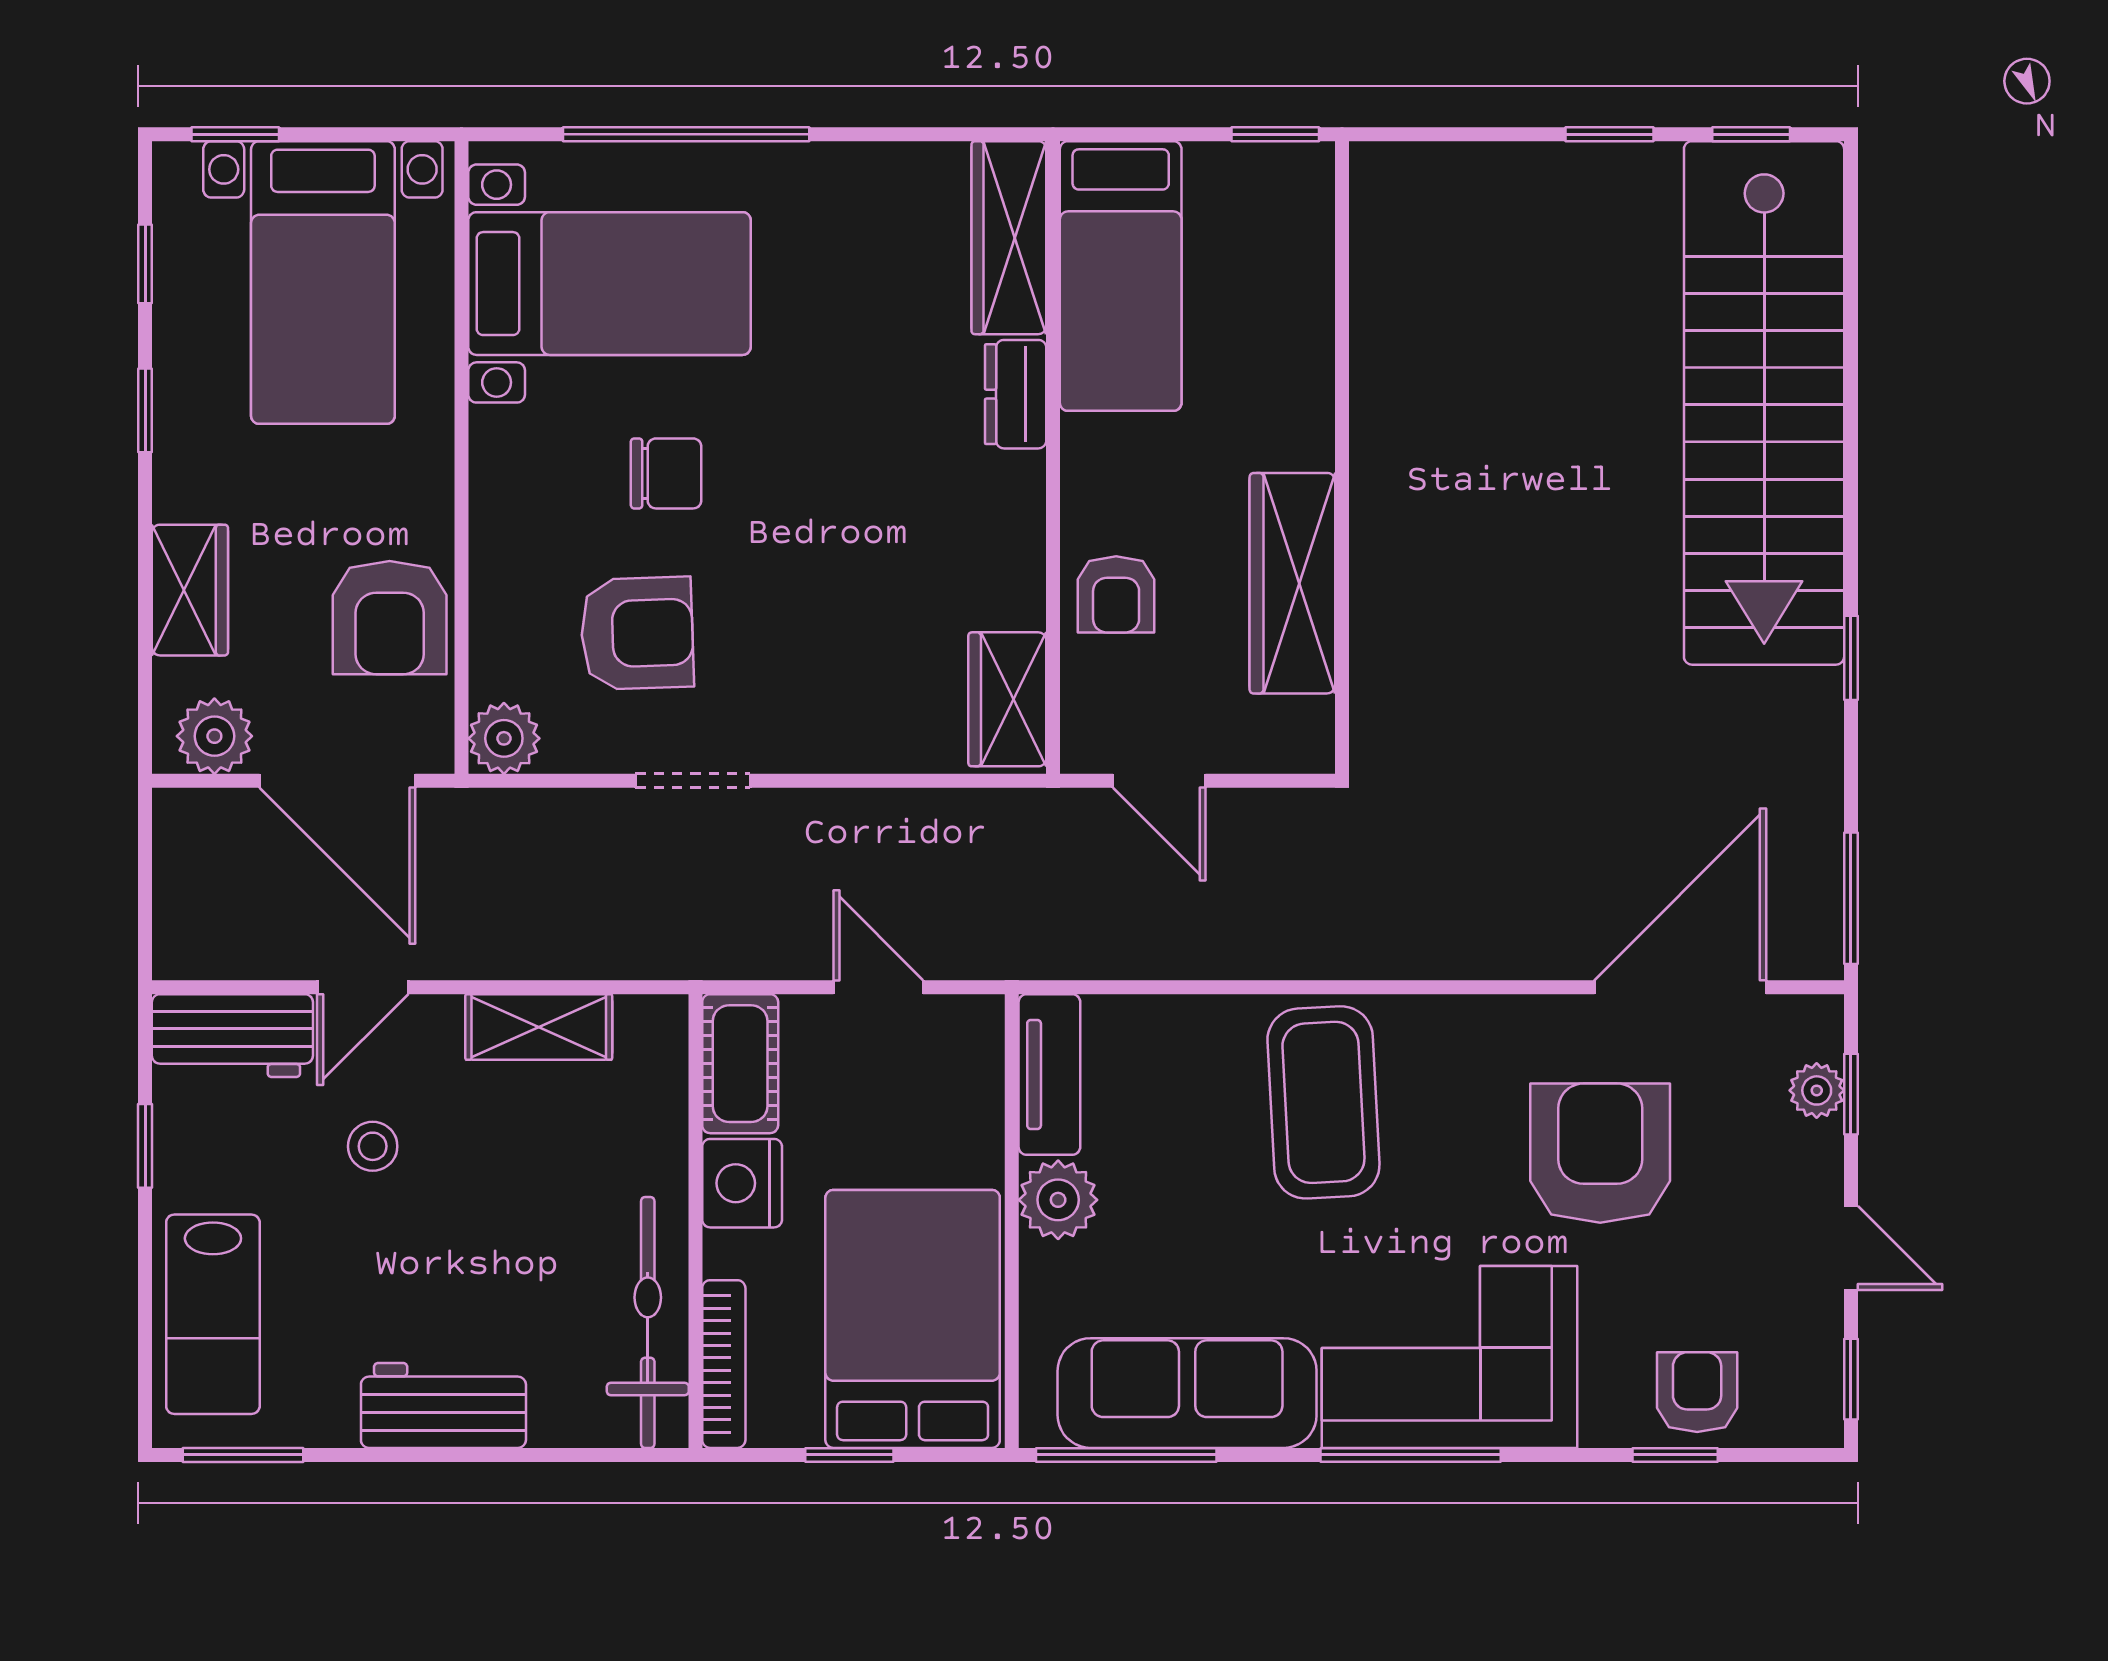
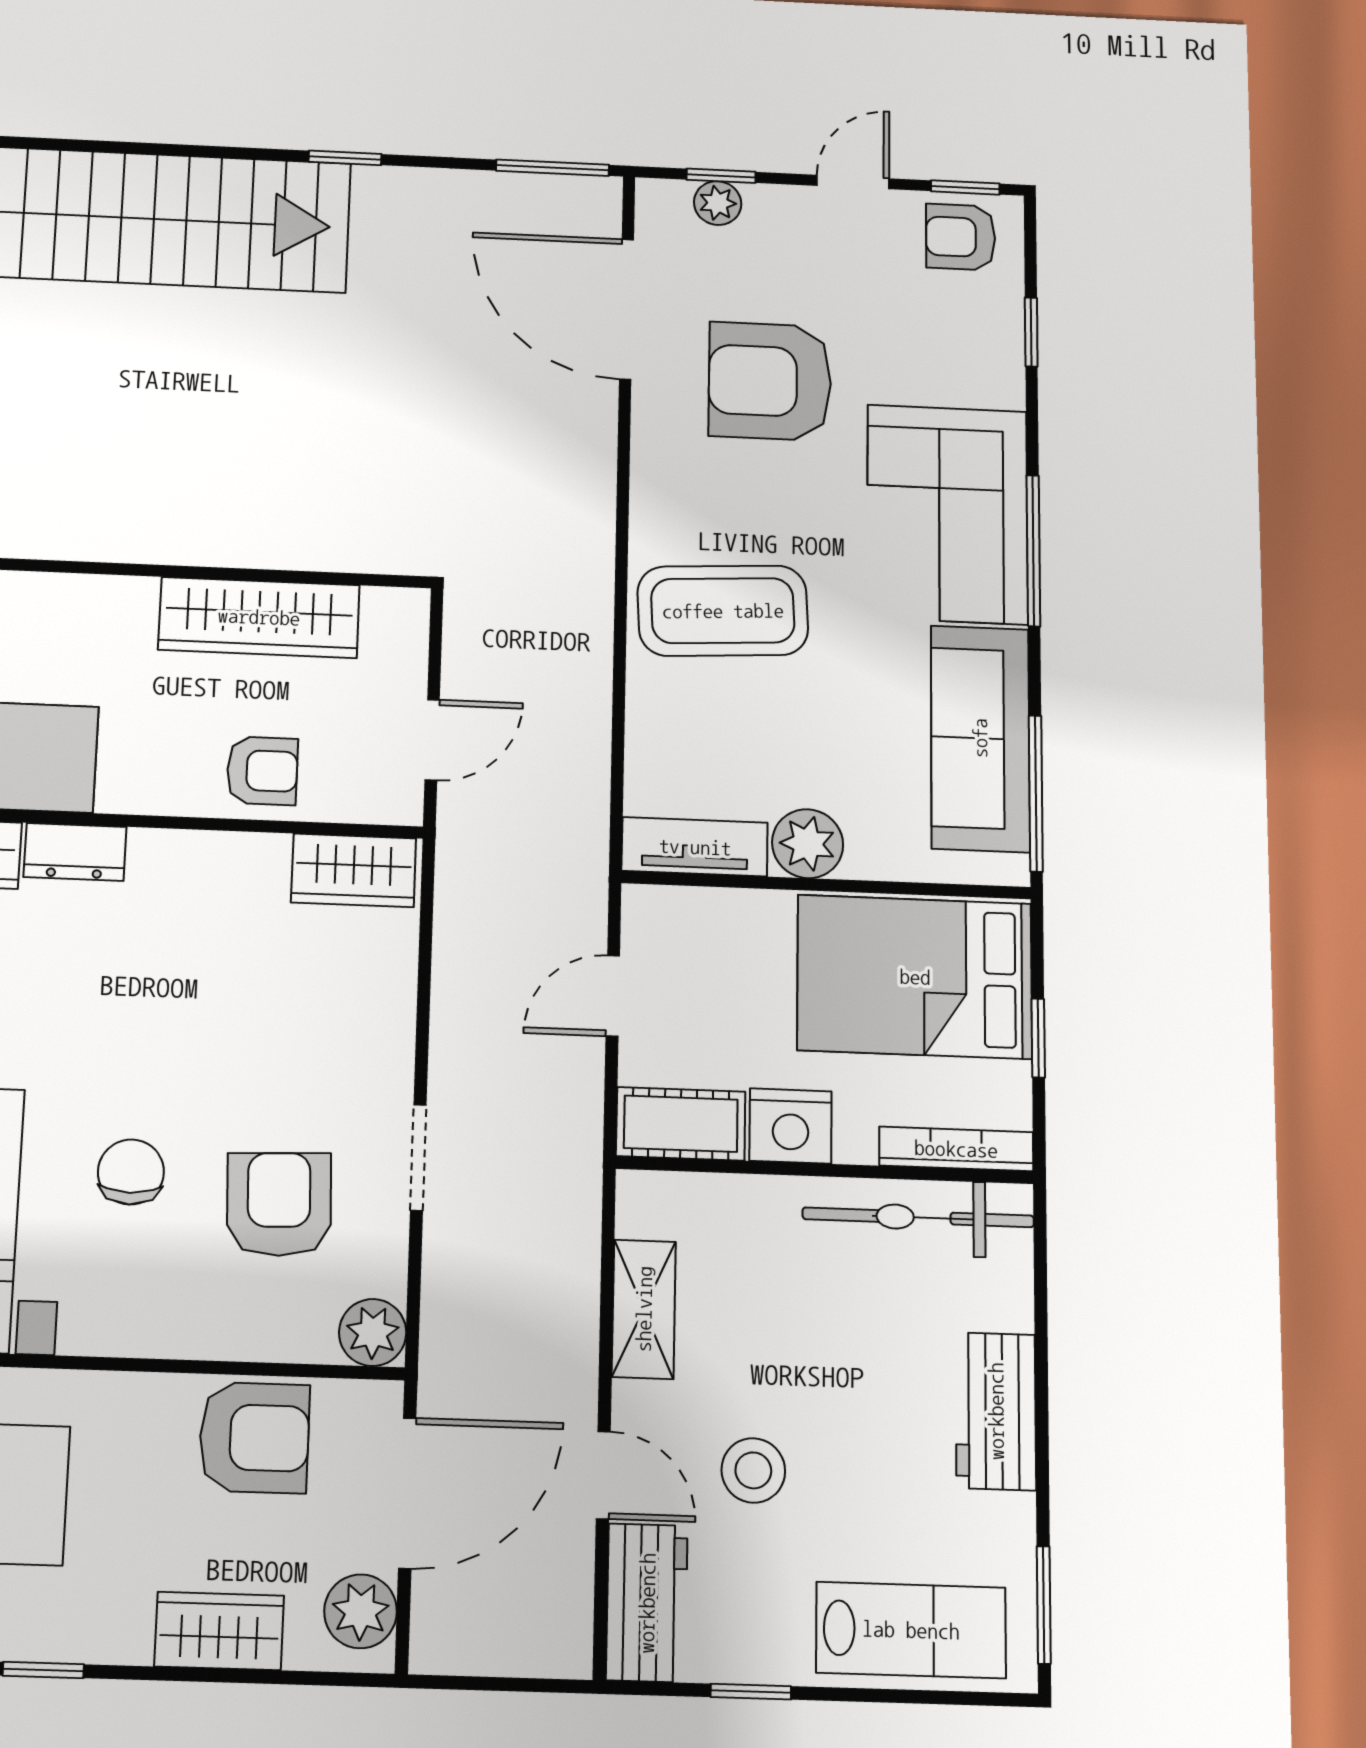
stool: (373, 1146) -> (753, 1470), width x1.37, depth x1.37
armchair: (1697, 1392) -> (961, 237), moved

